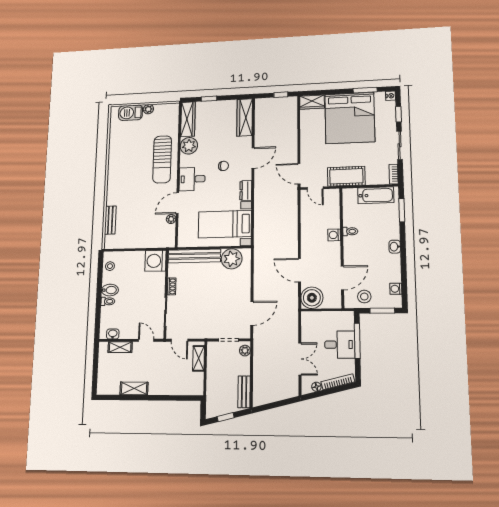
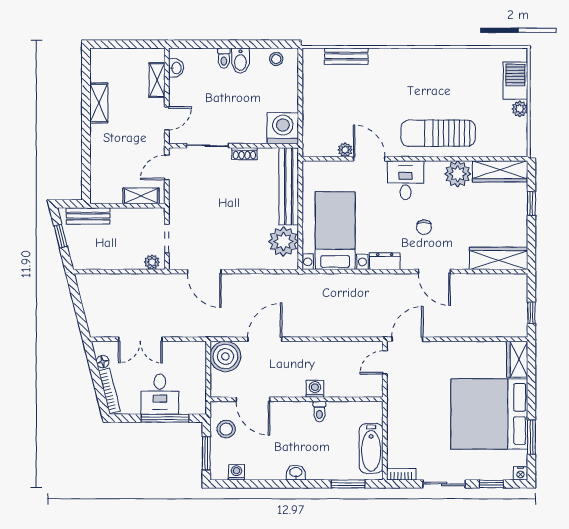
cot: (346, 176) -> (401, 407), removed
bench: (244, 392) -> (88, 216), moved

